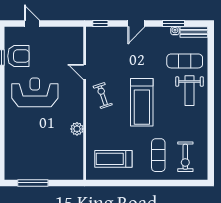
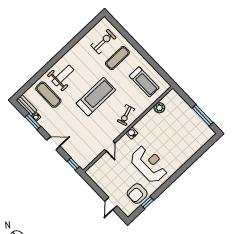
armchair: (18, 56) -> (137, 194), turned -90
reception desk: (35, 92) -> (149, 164), turned 180
exercise bike: (103, 96) -> (126, 115), moved
water cooler: (78, 103) -> (132, 133), added
plant: (77, 129) -> (159, 108), moved

